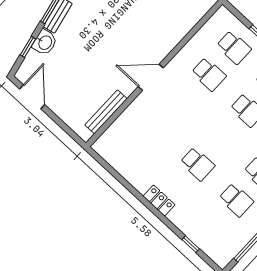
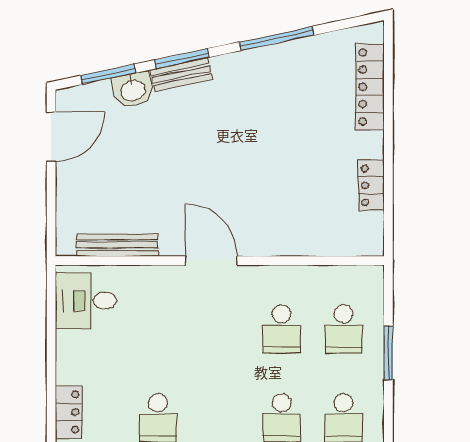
window: (28, 47) -> (108, 74), width x1.50
desk: (118, 148) -> (86, 301), added

